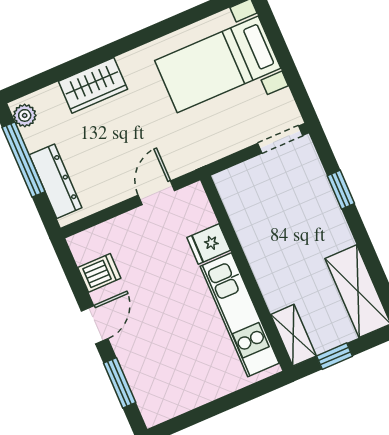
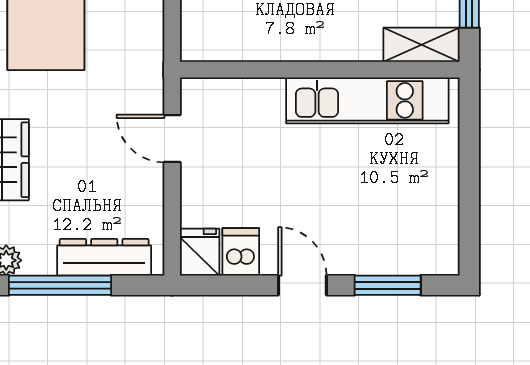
fridge: (209, 244) -> (200, 252), moved, turned 180

